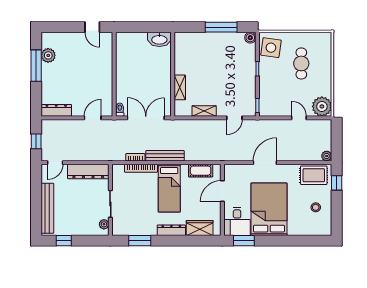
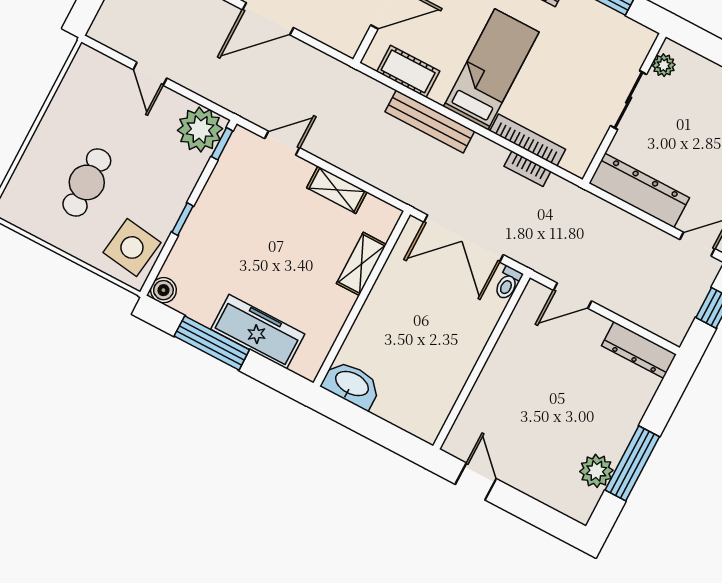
freezer: (206, 41) -> (258, 332), added
plant: (322, 106) -> (200, 130), moved
bench: (165, 156) -> (430, 122), moved

